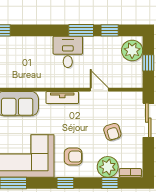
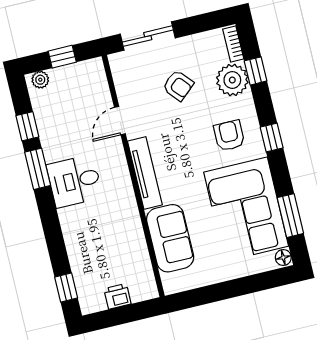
plant: (132, 50) -> (40, 80), width x0.53, depth x0.53
tv unit: (62, 98) -> (145, 173), width x1.41
armchair: (112, 132) -> (178, 86), turned 67

